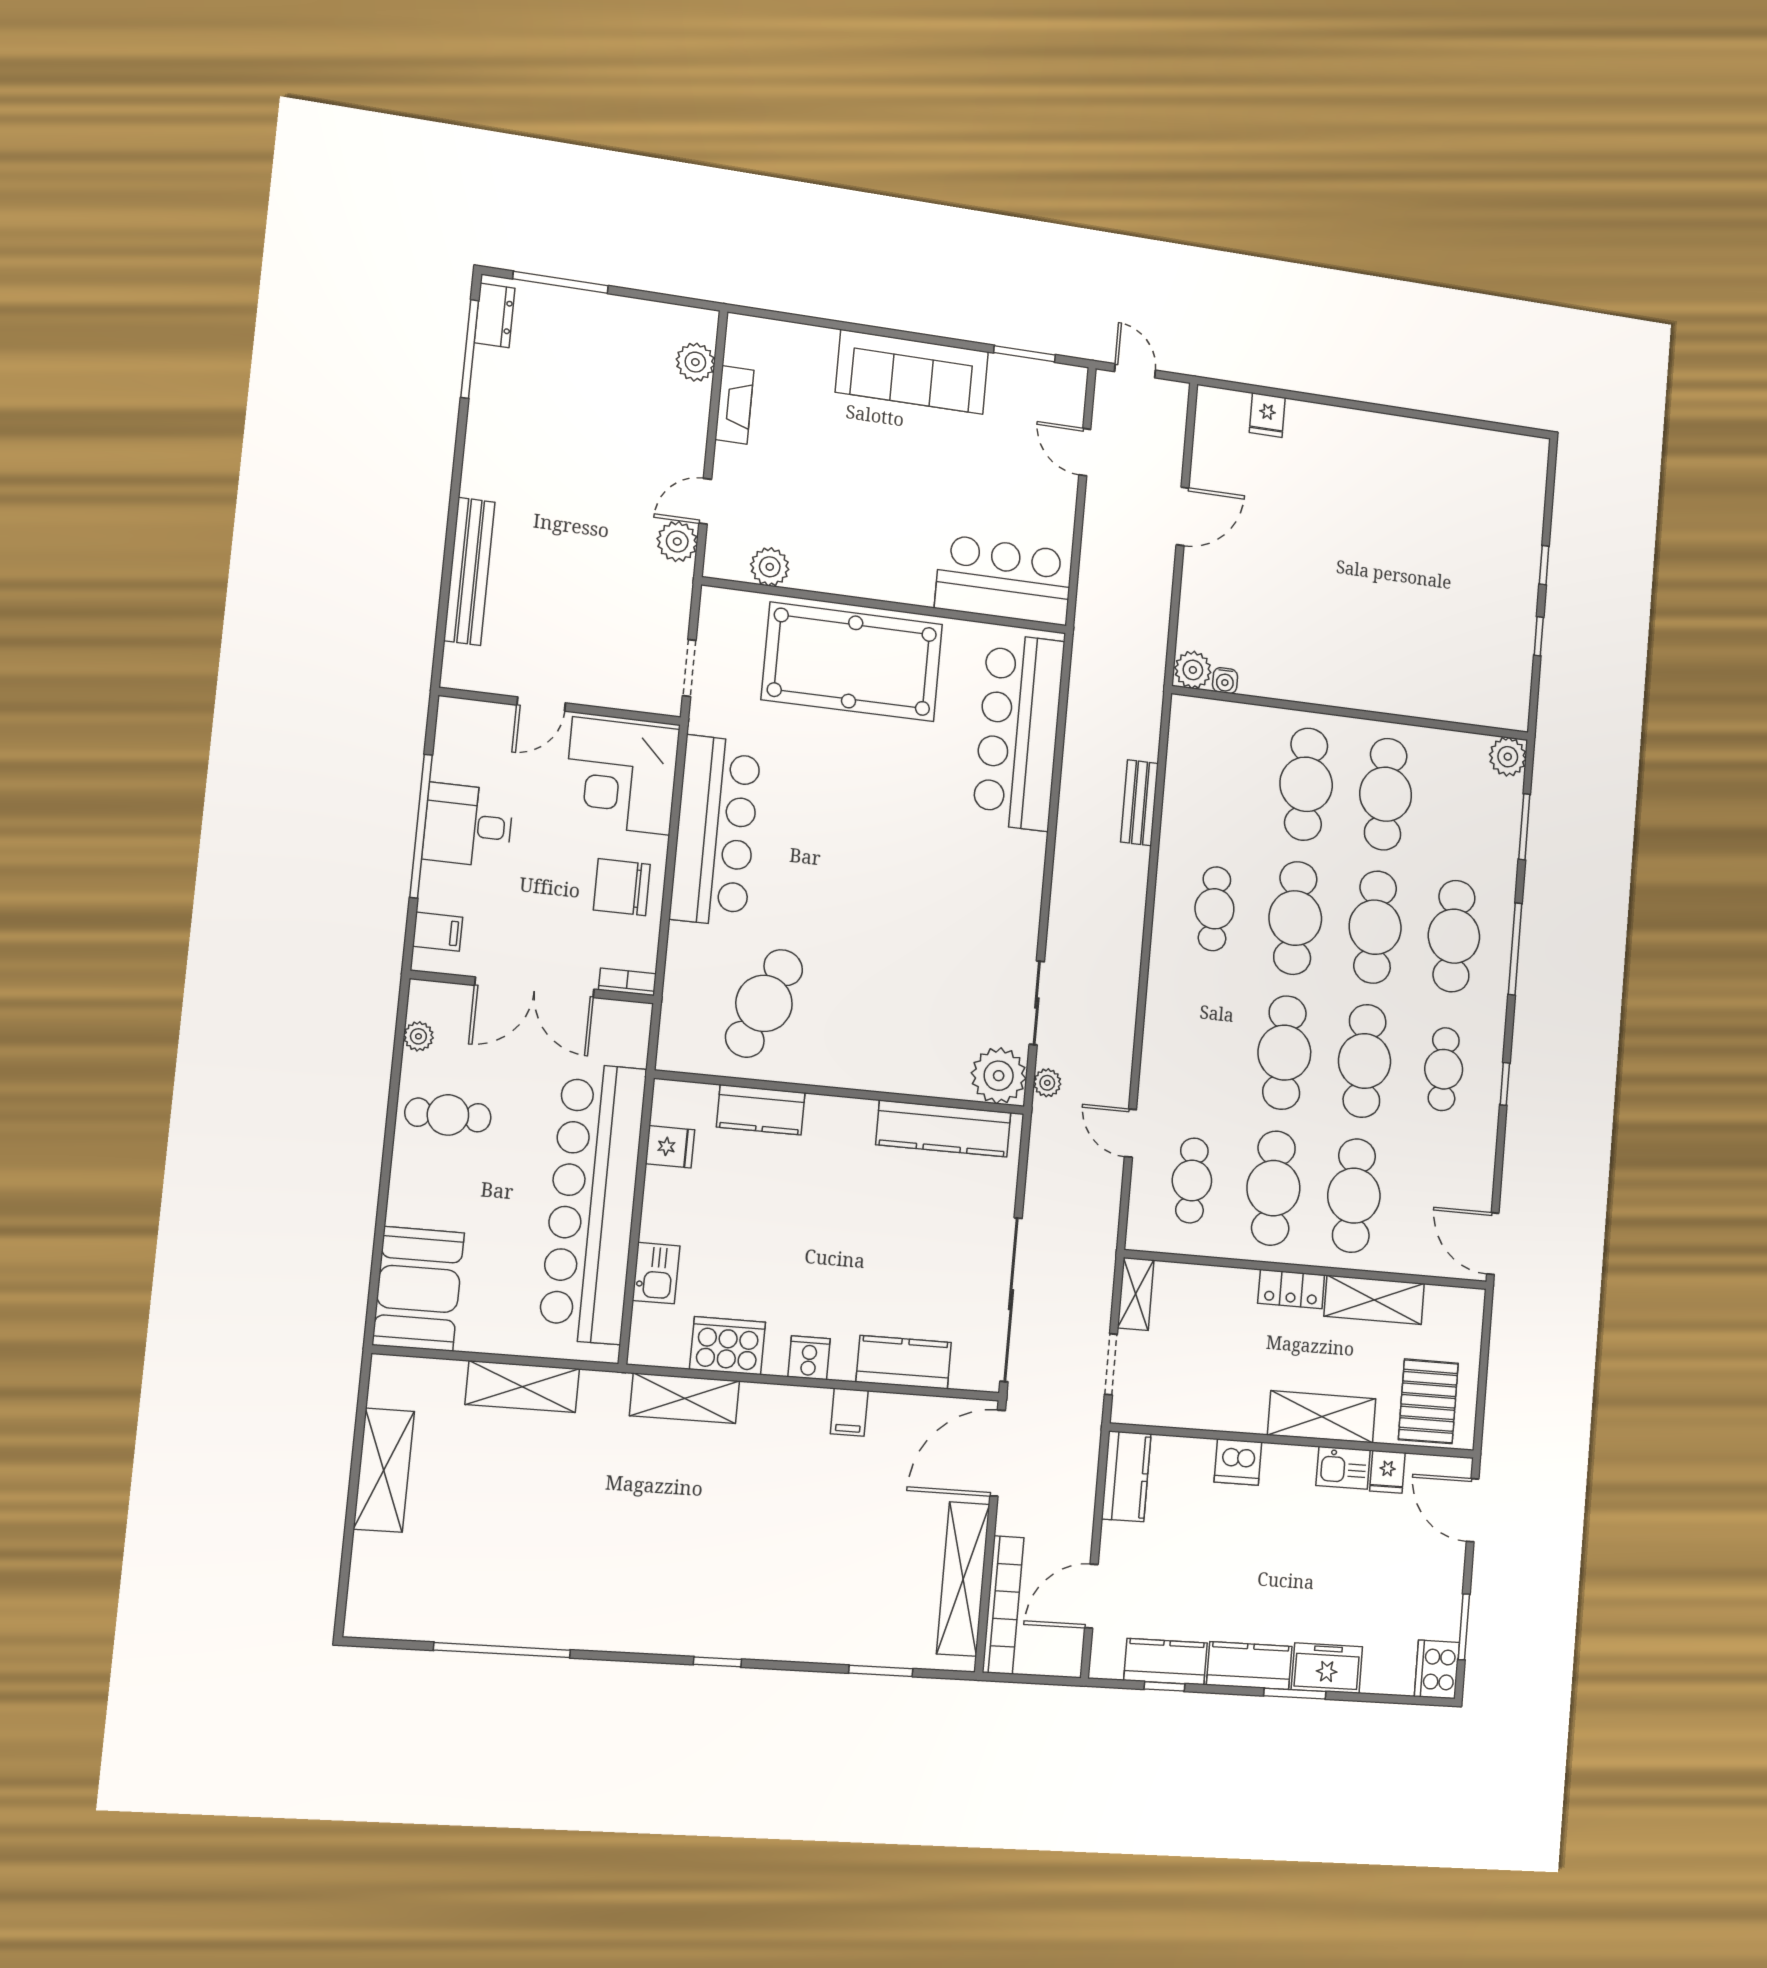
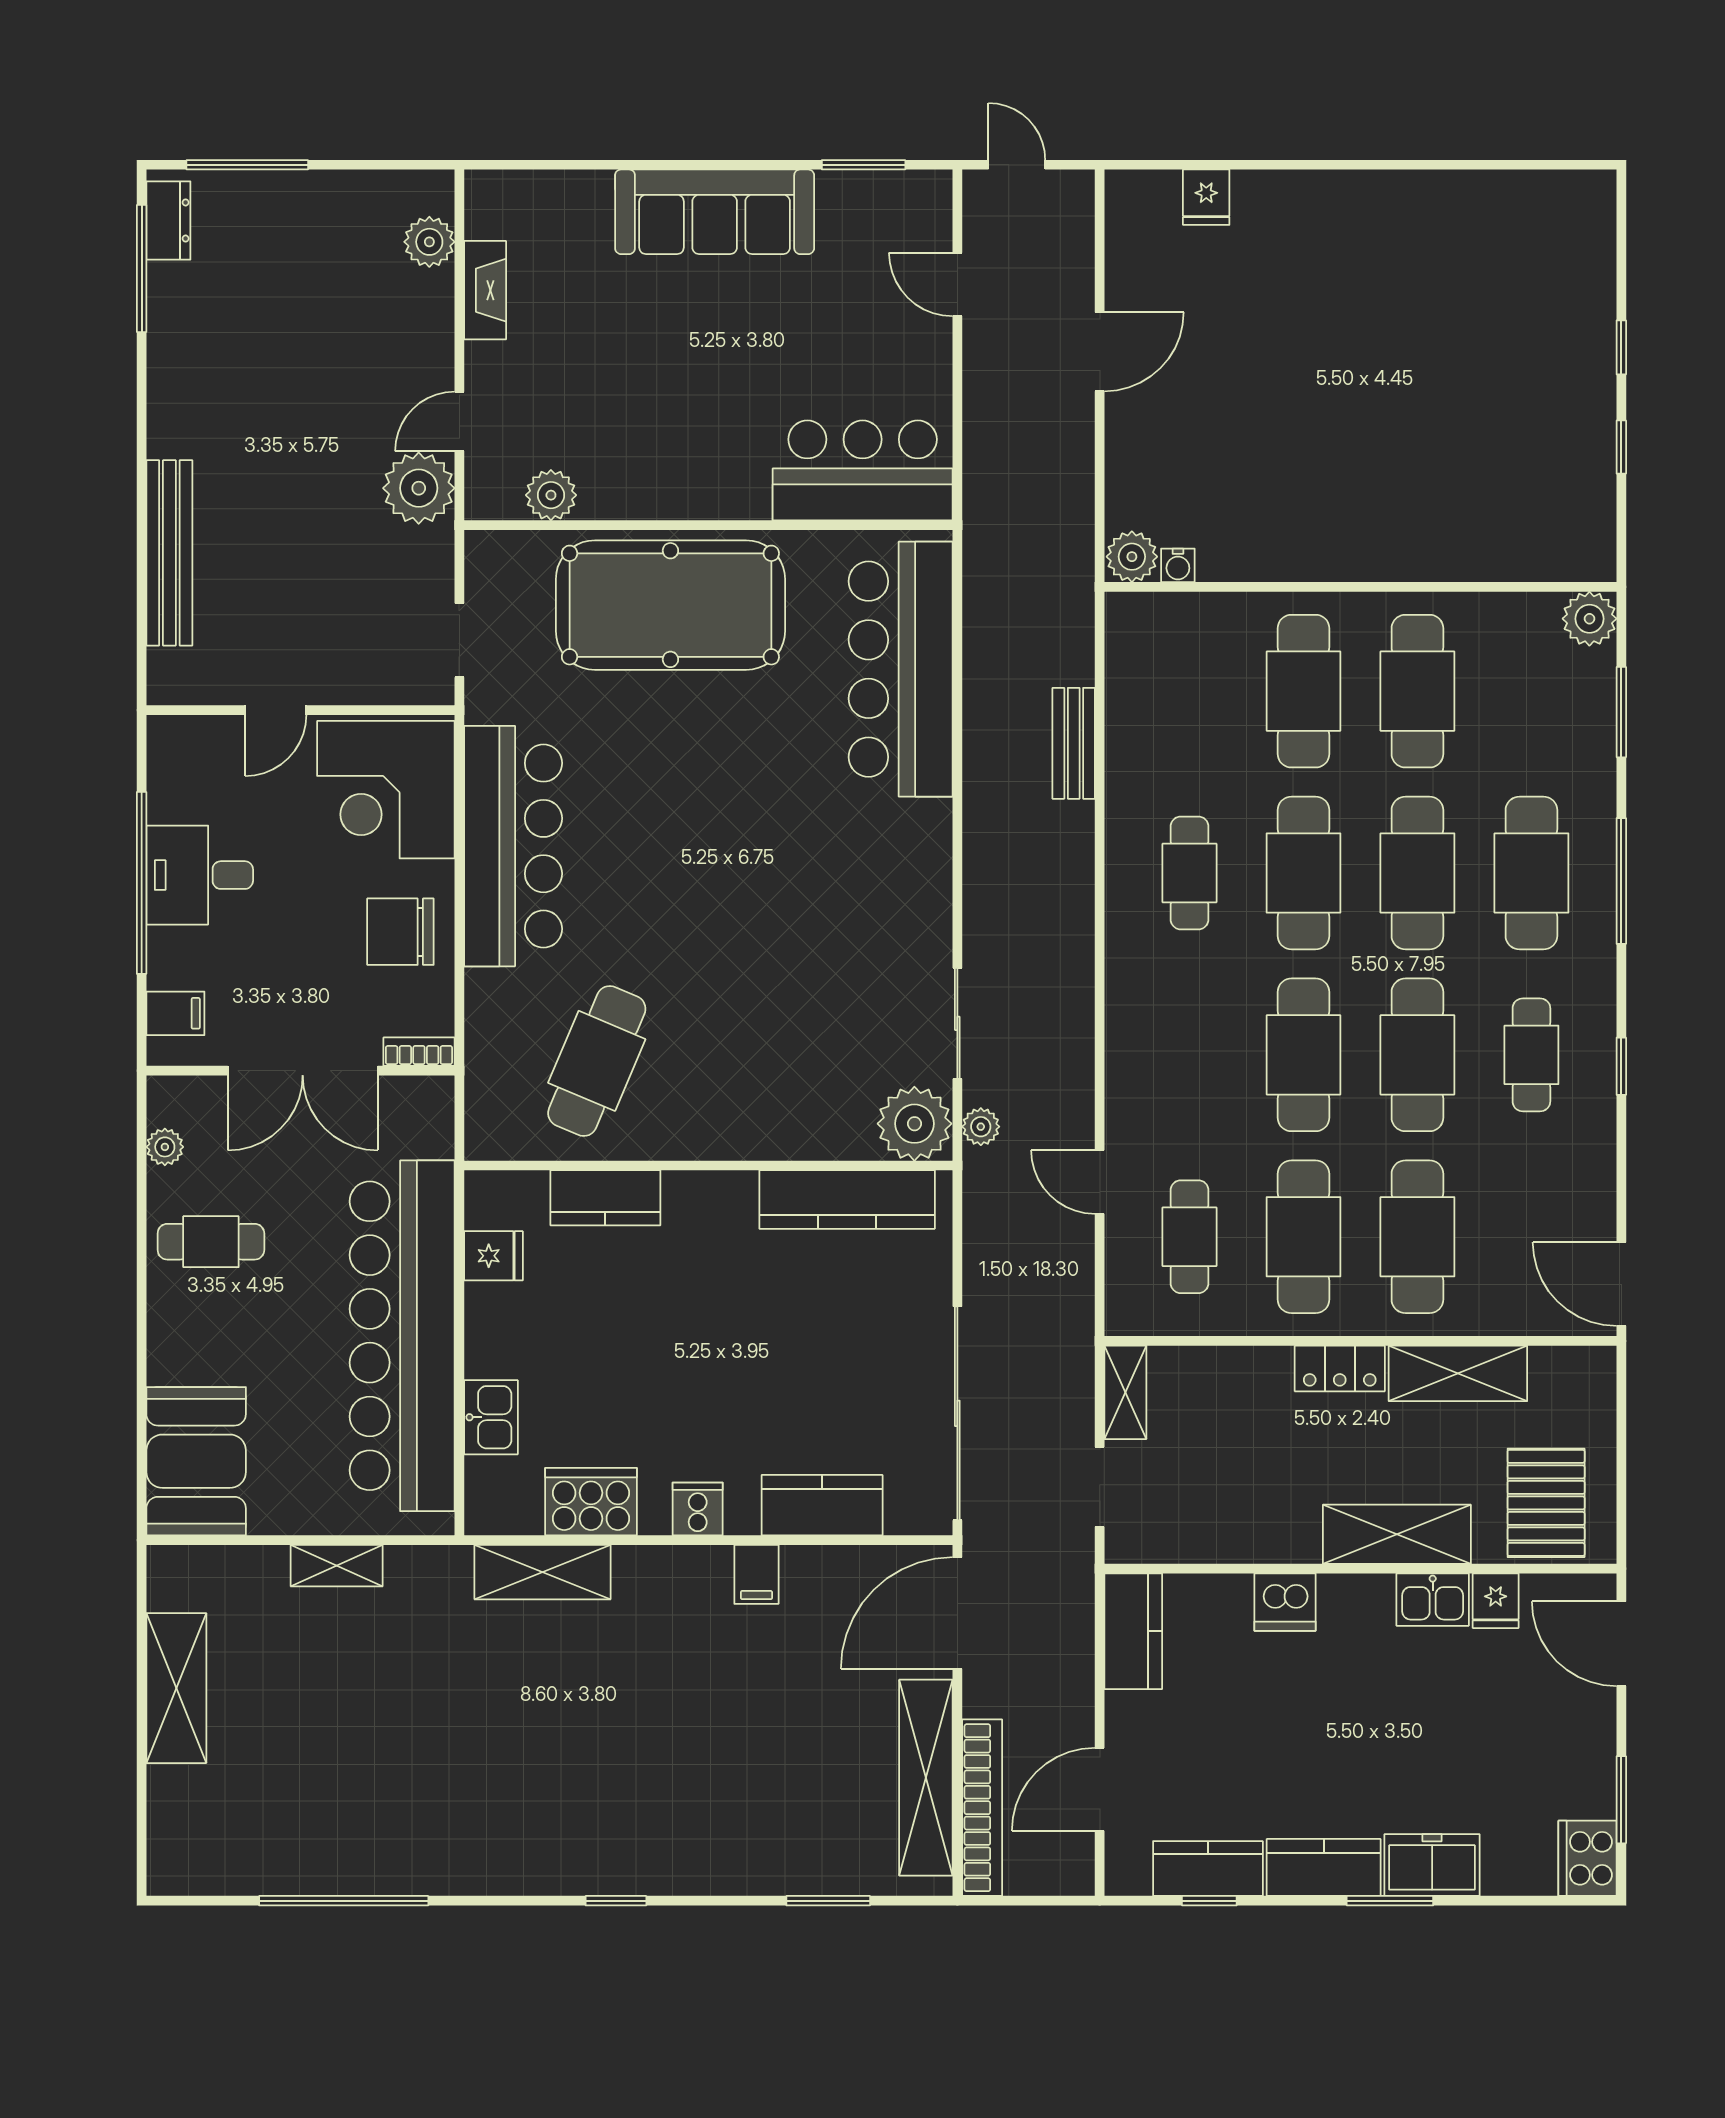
plant: (677, 541) -> (419, 488), width x1.36, depth x1.36
shelving: (522, 1387) -> (337, 1566), width x0.67, depth x0.75

